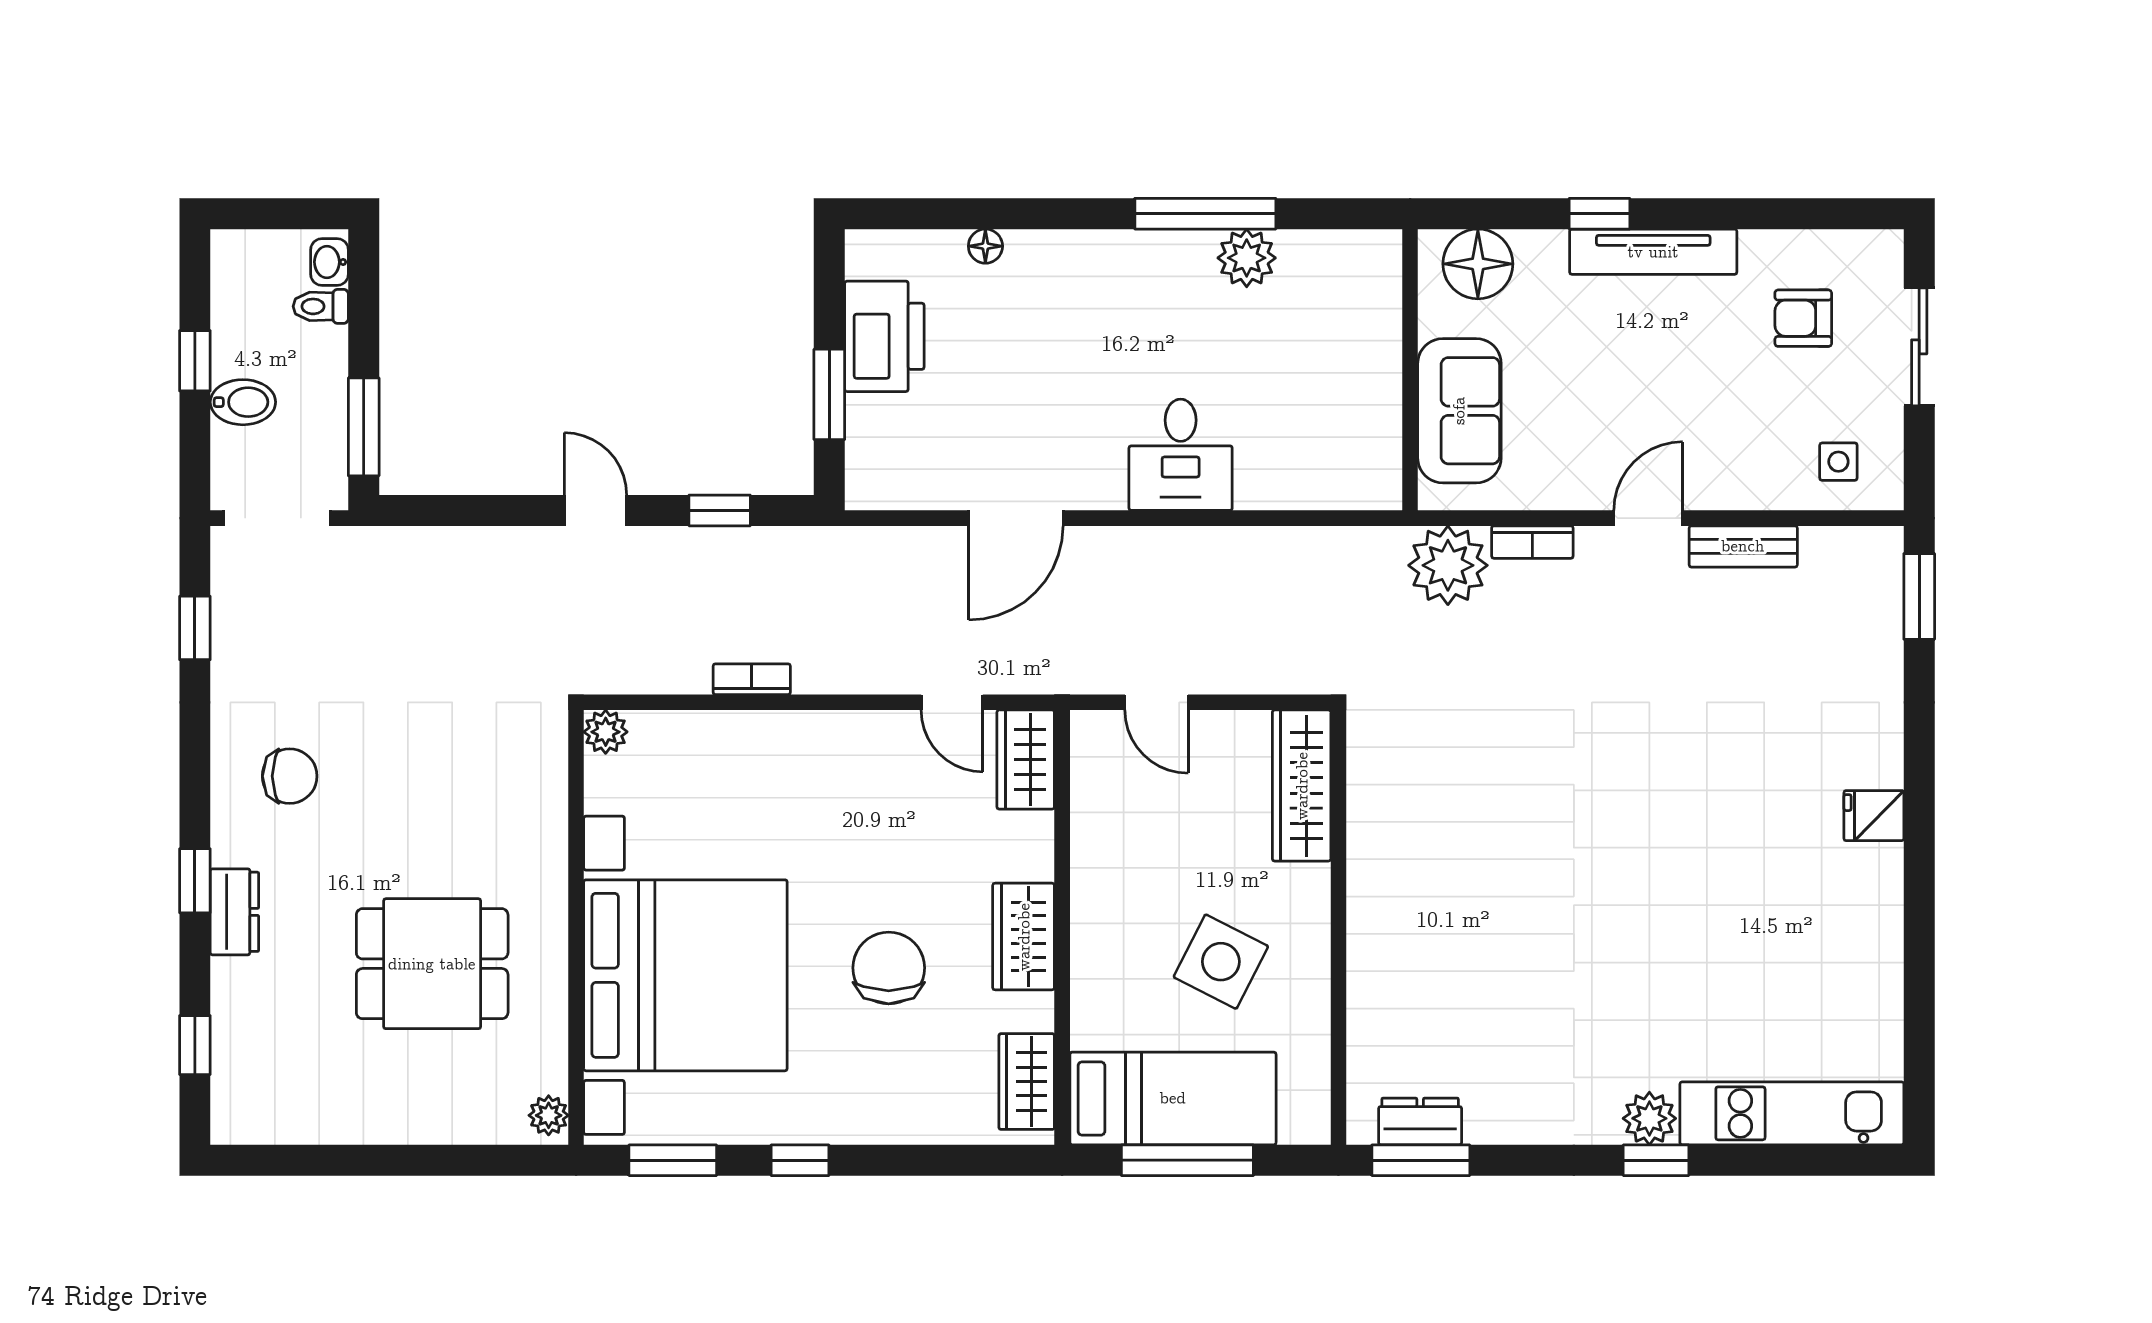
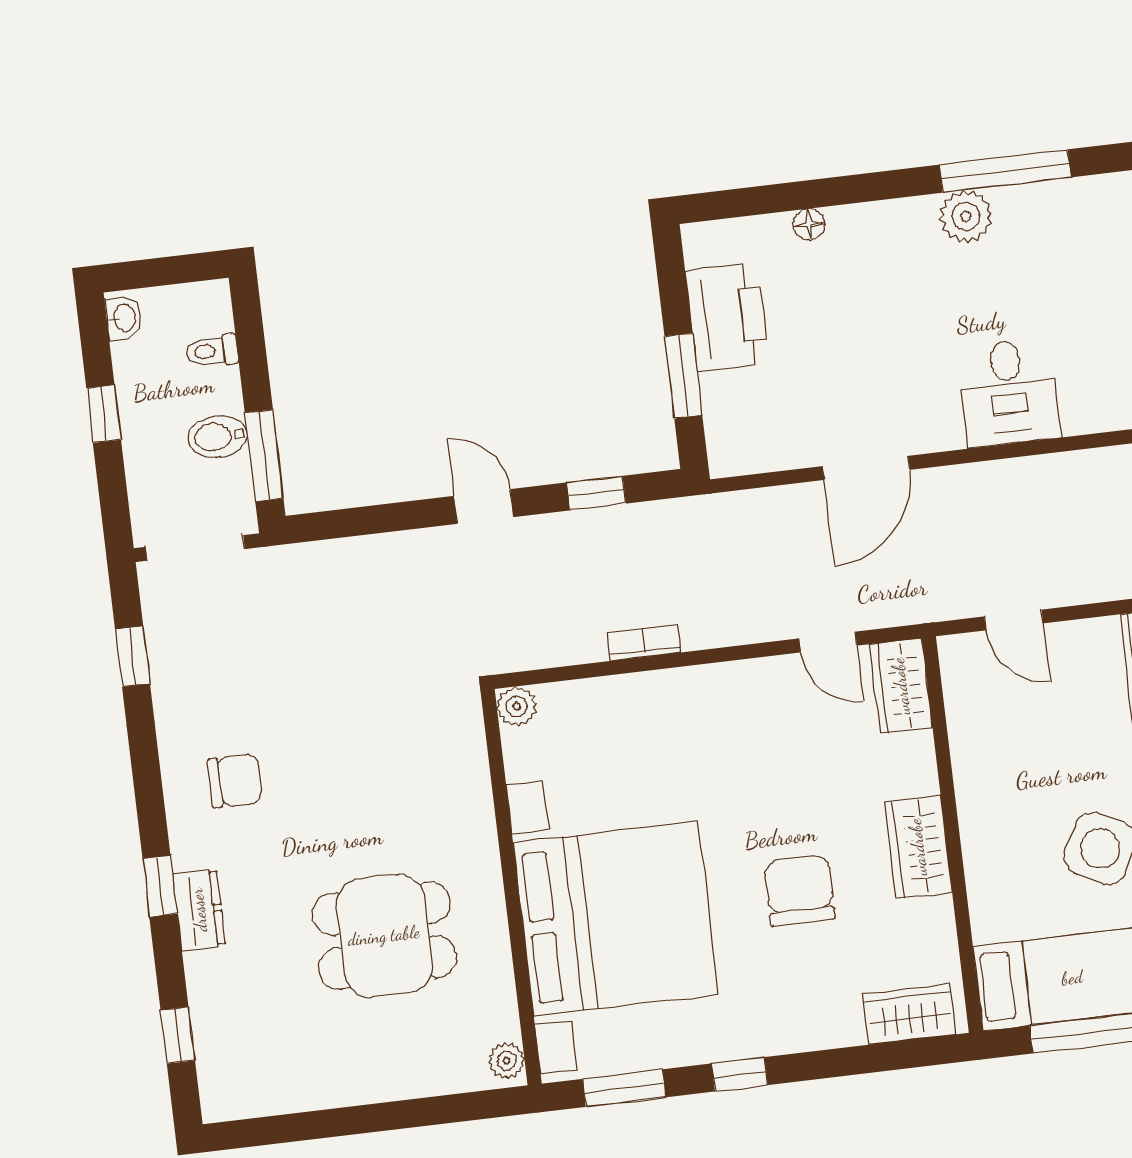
plant: (1247, 258) -> (966, 216), moved
washbasin: (329, 262) -> (124, 318), moved, turned 180
bidet: (243, 402) -> (218, 437), moved, turned 180
wardrobe: (1027, 1082) -> (909, 1014), moved, turned 90

